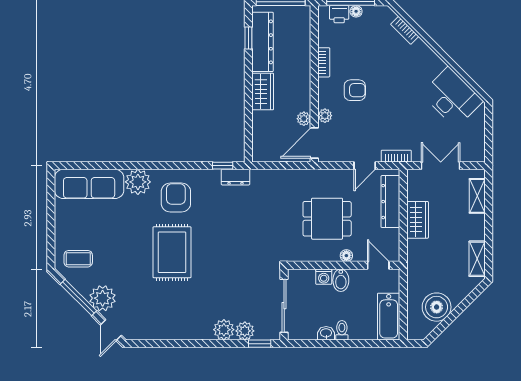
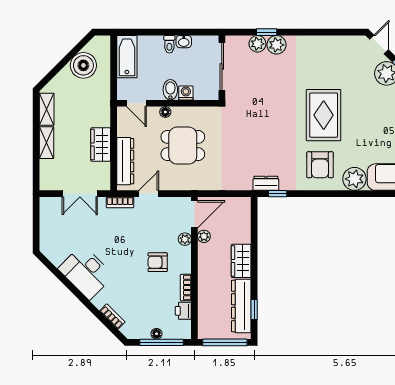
printer: (339, 14) -> (183, 311), moved, turned -90
desk: (452, 97) -> (86, 272), moved
shelving: (477, 196) -> (47, 143), moved
window: (260, 344) -> (267, 32), moved

